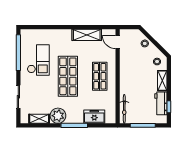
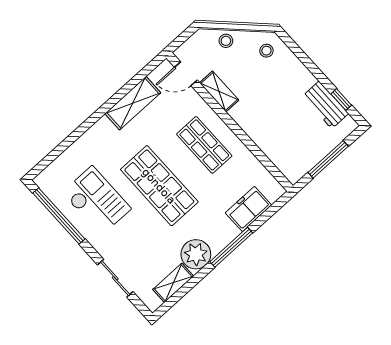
shelving: (162, 81) -> (219, 91), moved
bicycle: (124, 109) -> (281, 160), removed

